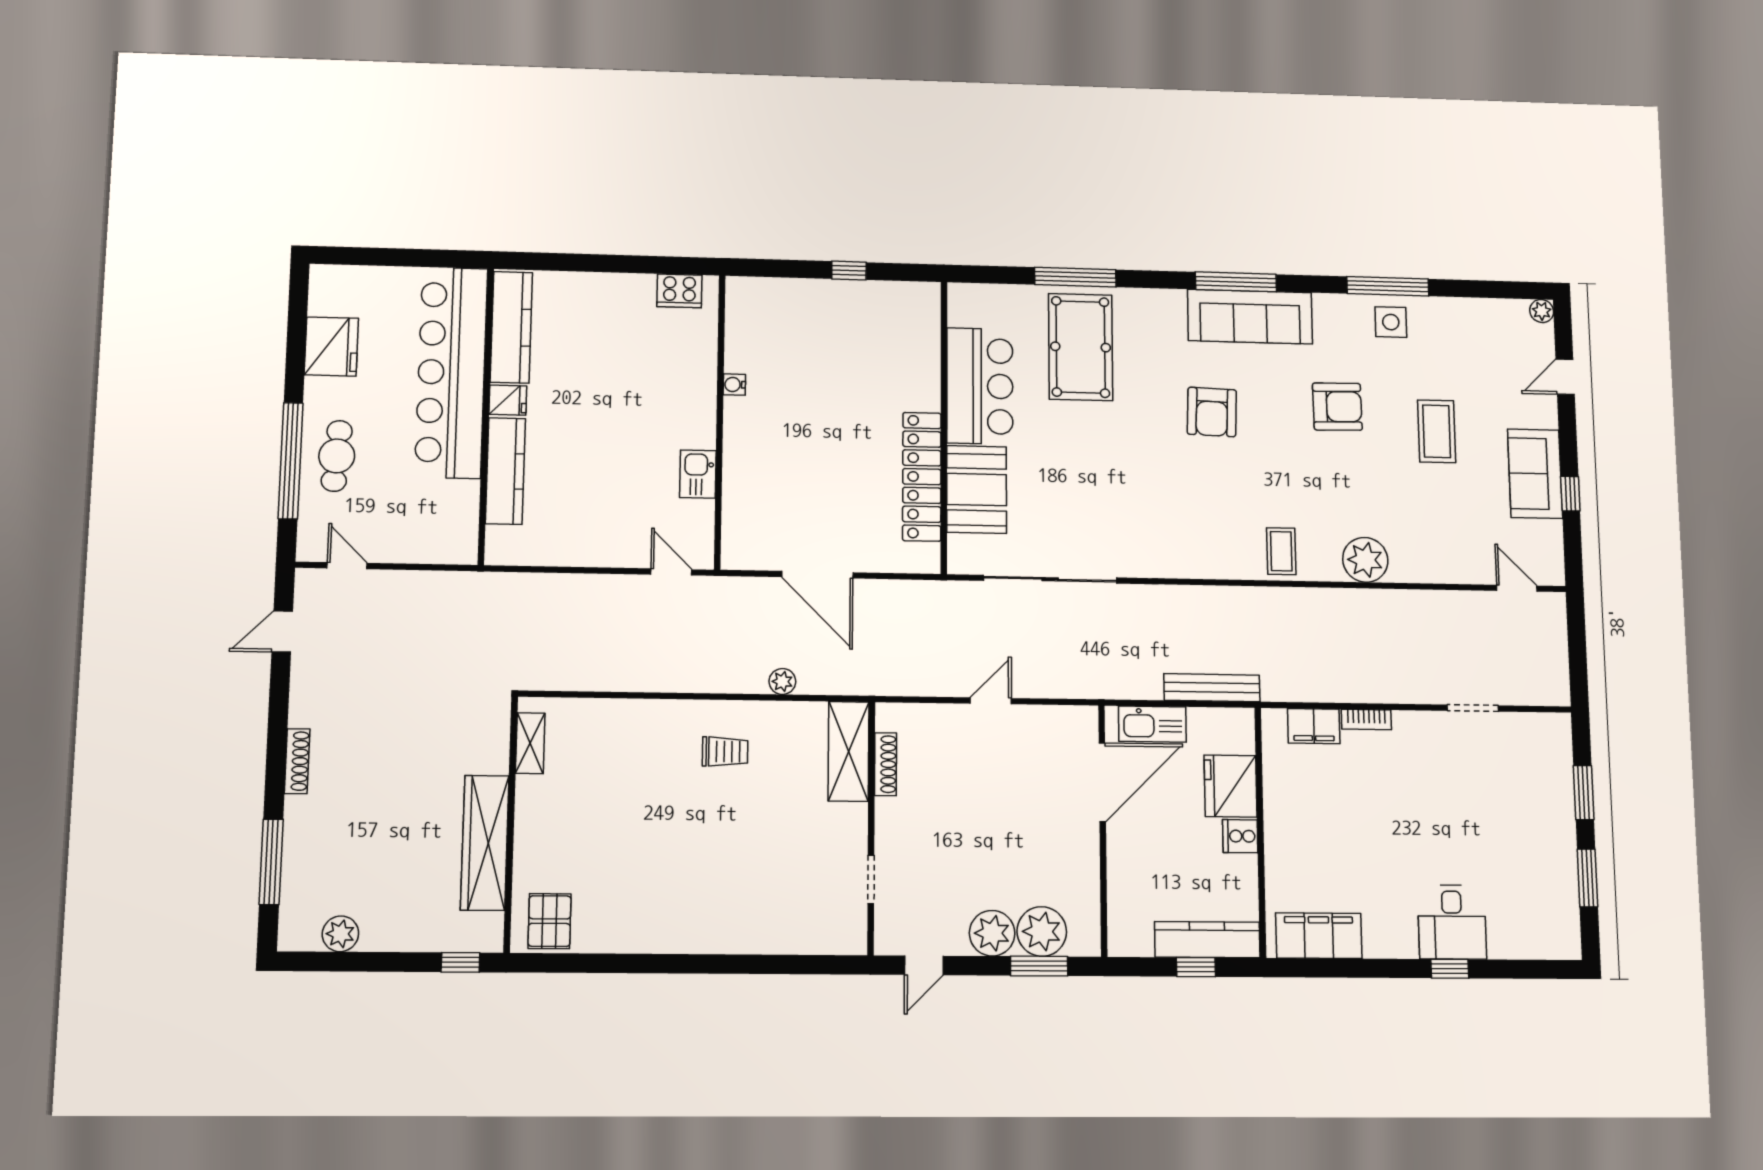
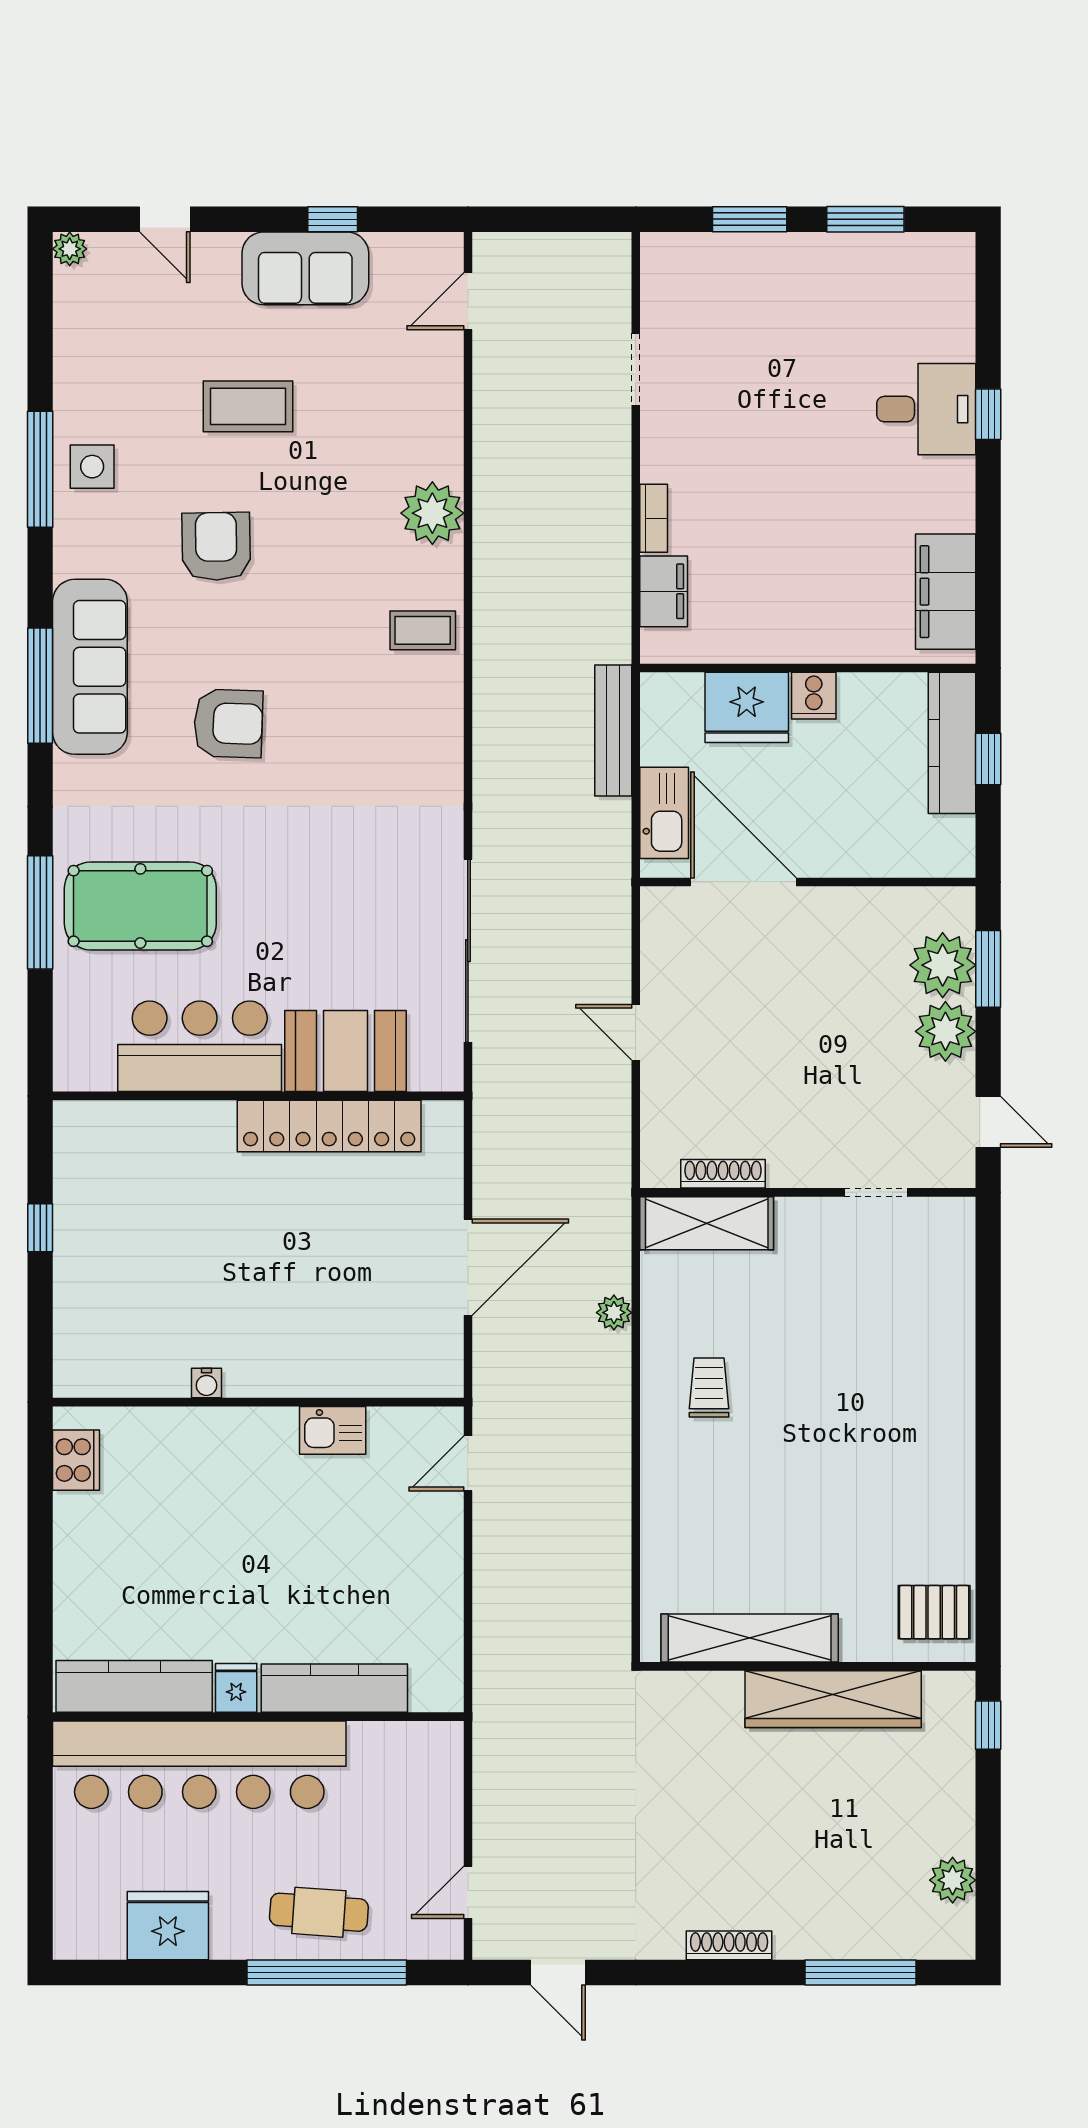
shelving: (530, 743) -> (750, 1638), width x2.20, depth x1.33

